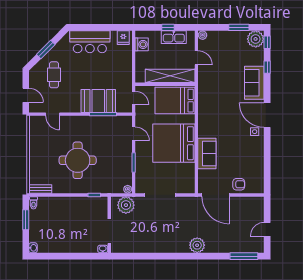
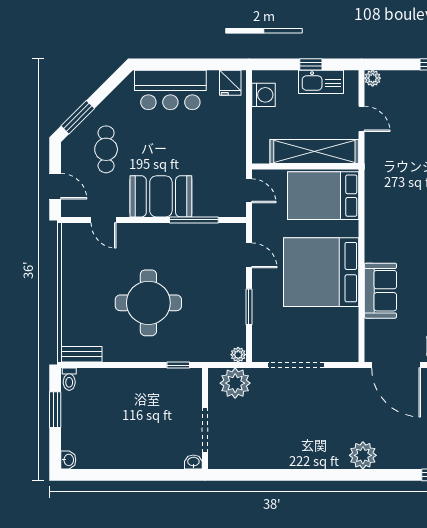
window: (46, 49) -> (78, 117), moved
booth: (98, 101) -> (161, 196), moved

